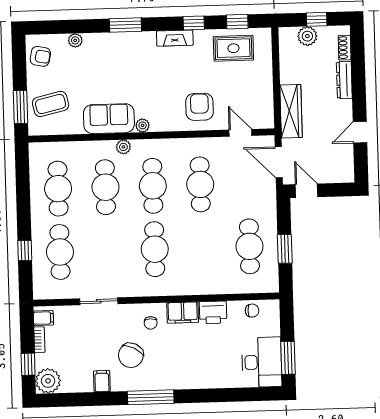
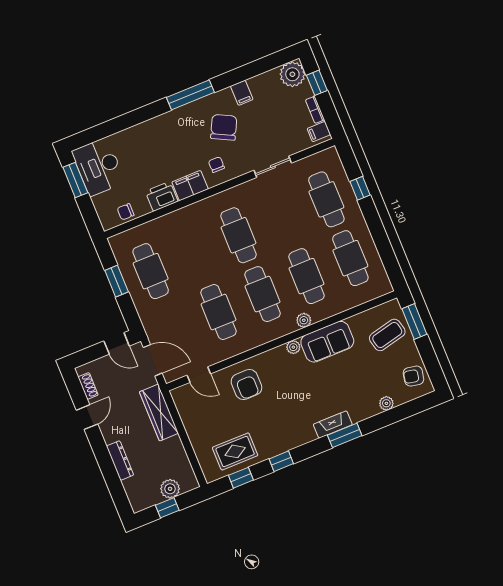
fireplace: (175, 38) -> (333, 424), moved
shoe rack: (345, 48) -> (88, 386), moved

